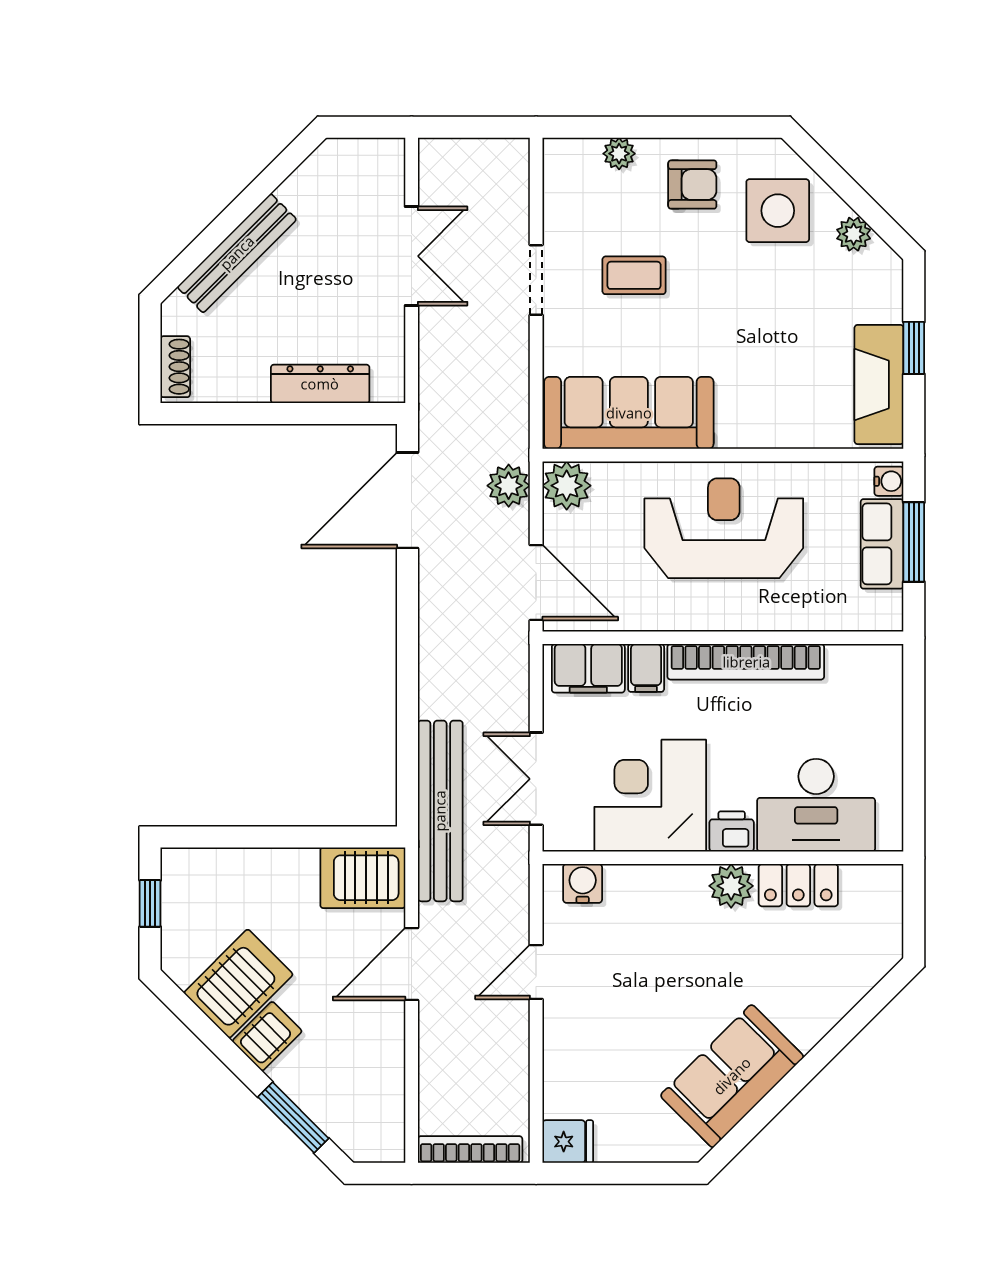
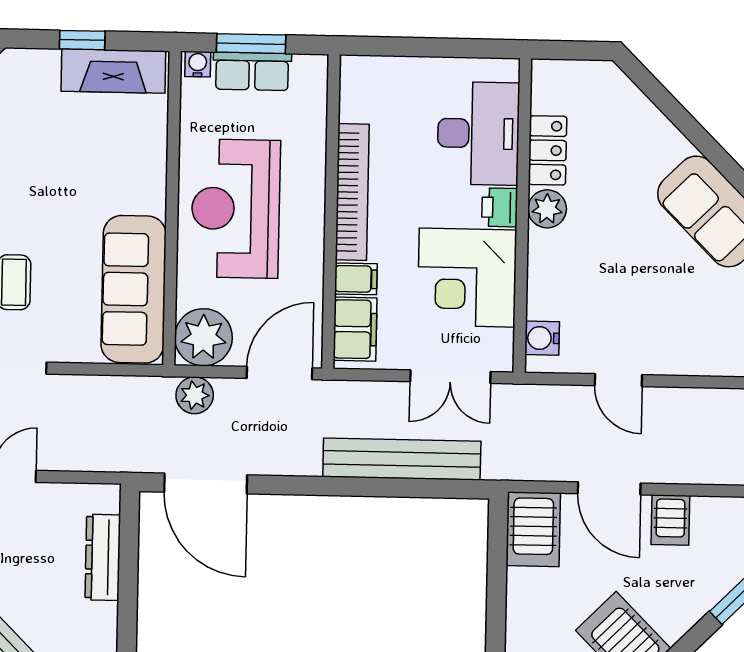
plant: (567, 486) -> (203, 337), width x1.36, depth x1.36
bench: (440, 811) -> (402, 459), moved
server rack: (267, 1036) -> (670, 520), moved, turned -135

